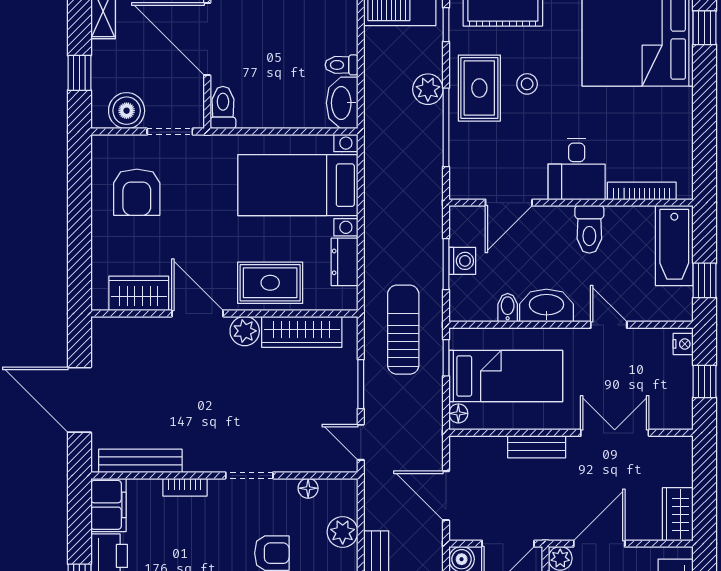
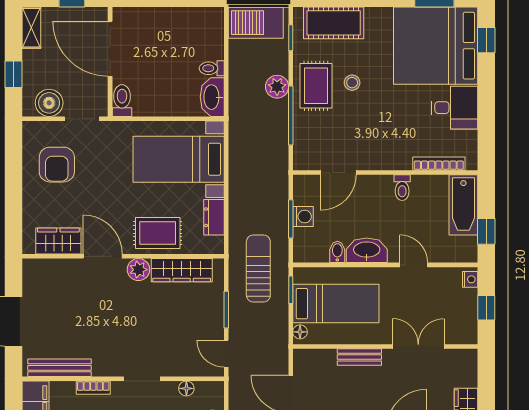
desk: (577, 169) -> (454, 108), moved, turned -90
toilet: (589, 229) -> (402, 188), width x0.73, depth x0.72

